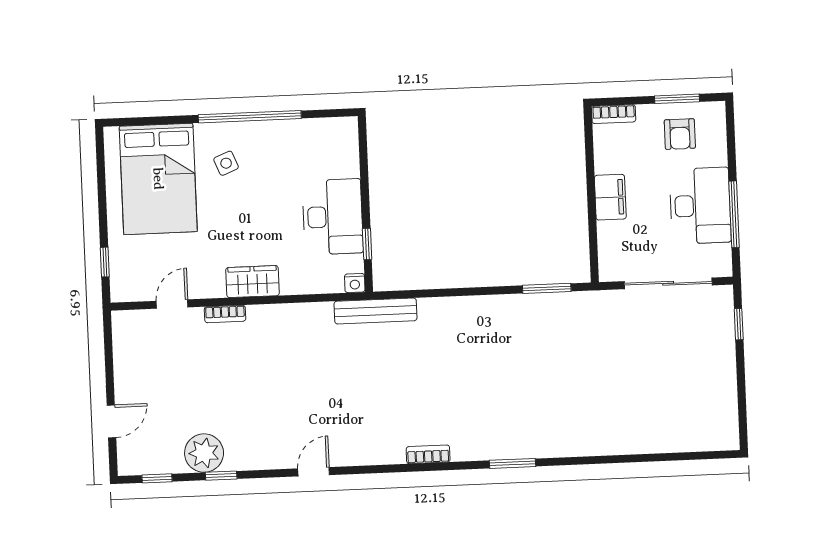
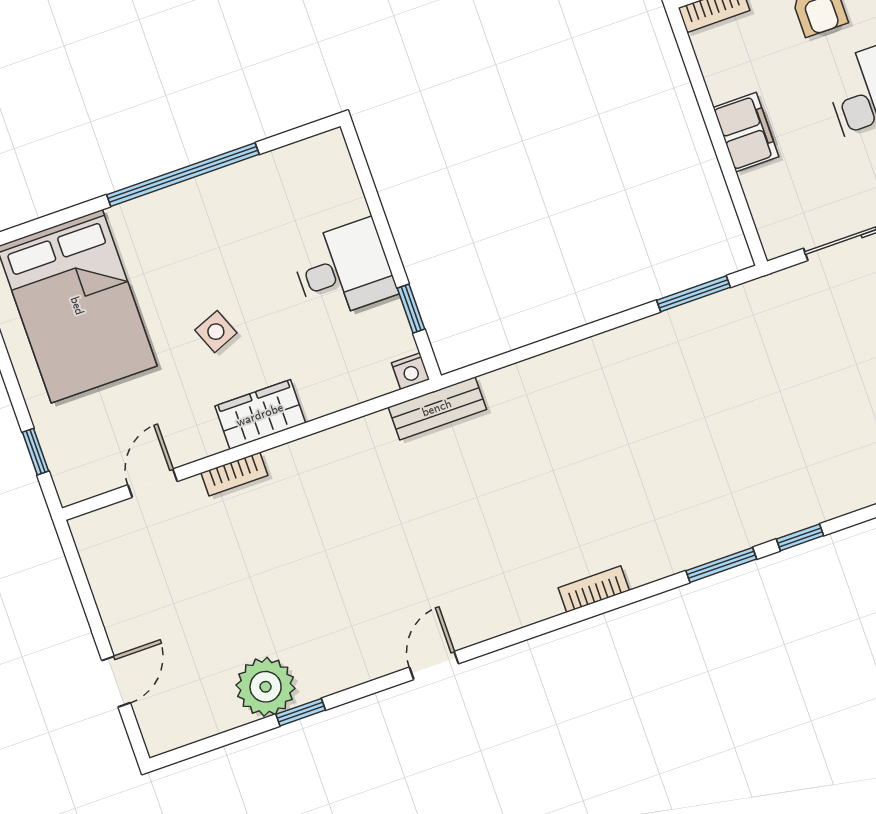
side table: (226, 163) -> (216, 332), moved
desk: (333, 217) -> (344, 269), width x0.73
bench: (376, 311) -> (437, 408), width x0.73
window: (157, 478) -> (800, 537), moved

